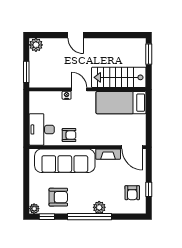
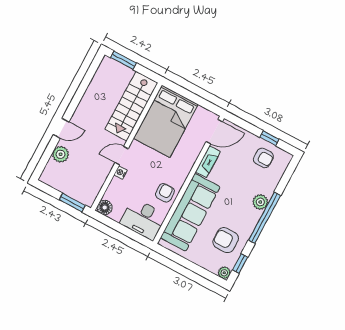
plant: (36, 45) -> (61, 154), moved
floor lamp: (35, 97) -> (105, 207), added
bed: (121, 103) -> (166, 121), width x1.50
armchair: (58, 197) -> (226, 240), turned -90

